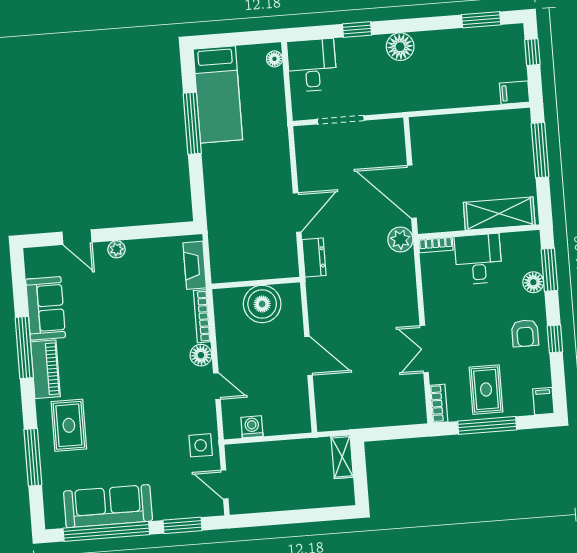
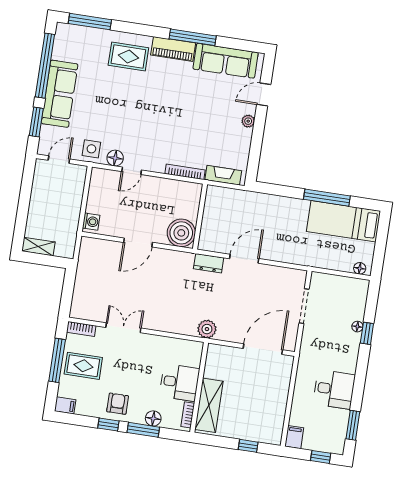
floor lamp: (400, 47) -> (357, 327), moved, width x0.53, depth x0.53
desk: (312, 65) -> (334, 389), moved
window: (540, 150) -> (248, 446), width x0.46
door: (412, 192) -> (263, 349), moved
door: (297, 212) -> (244, 259), swing flipped
bookcase: (436, 245) -> (188, 415), moved
window: (549, 270) -> (143, 430), moved
boiler: (262, 304) -> (181, 233), moved
sofa: (46, 308) -> (226, 61), width x1.36
armchair: (525, 333) -> (118, 404), turned 90
floor lamp: (201, 355) -> (115, 158), moved
washing machine: (252, 427) -> (91, 222), moved
window: (33, 457) -> (90, 22), moved
shelving: (342, 457) -> (38, 247), moved
sofa: (108, 506) -> (60, 94), moved

